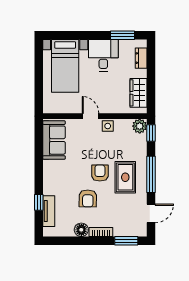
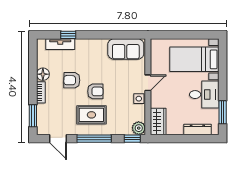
dresser: (141, 58) -> (197, 129), width x1.44
wardrobe: (138, 93) -> (158, 121), moved, turned 90

